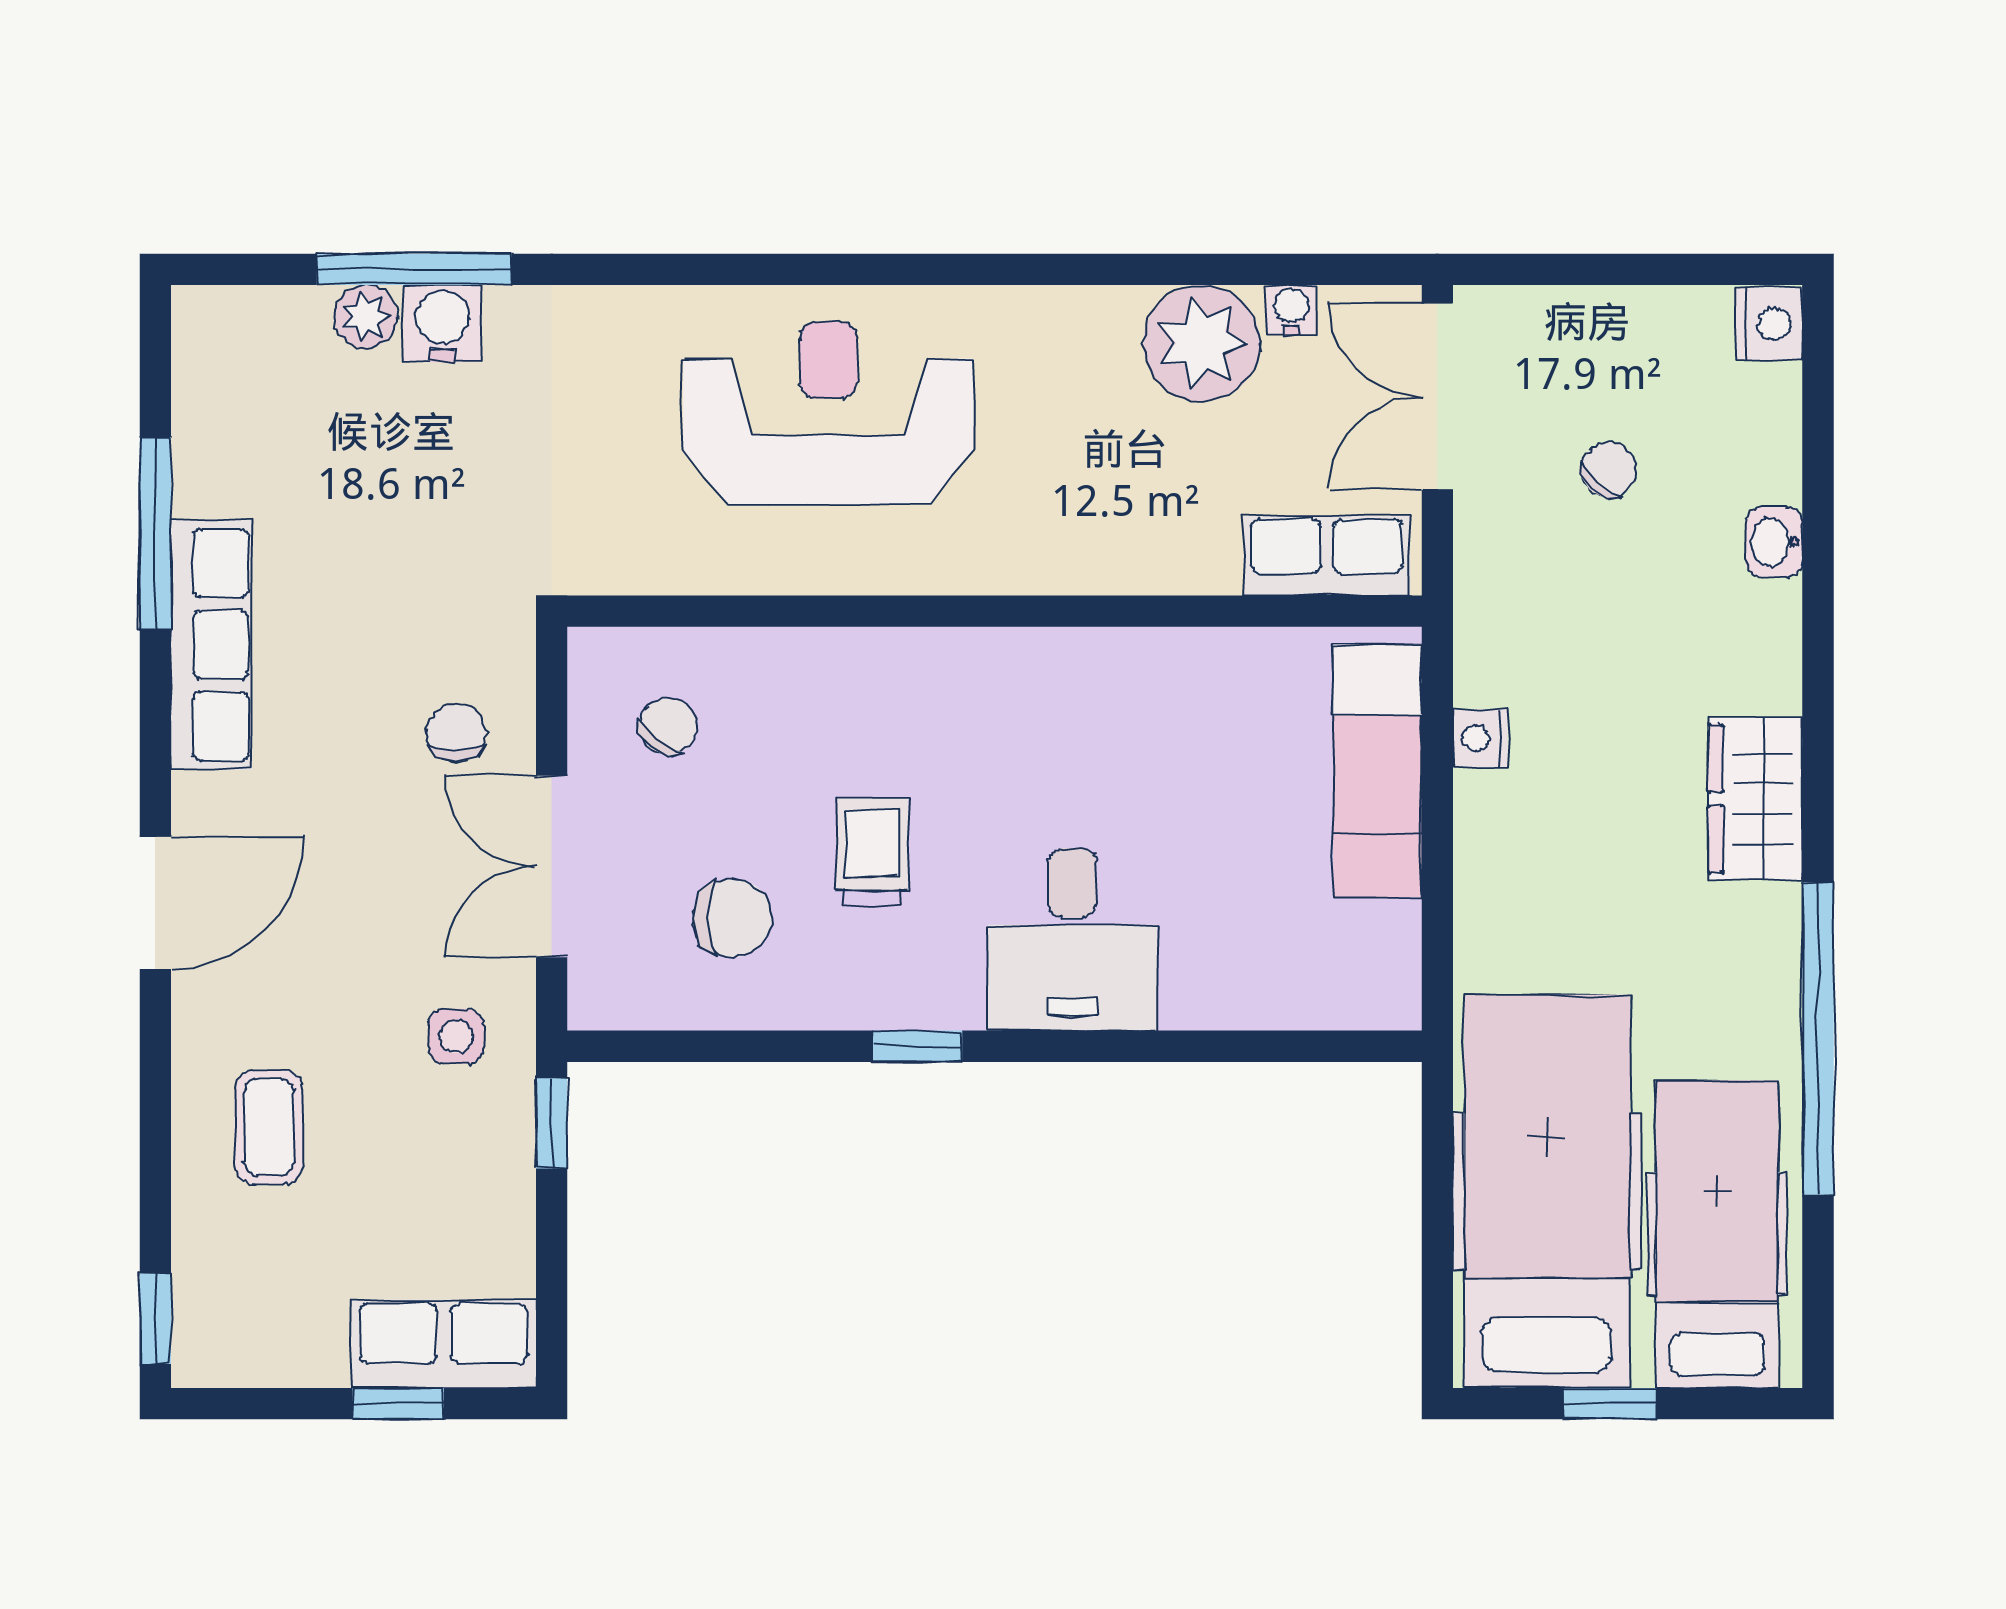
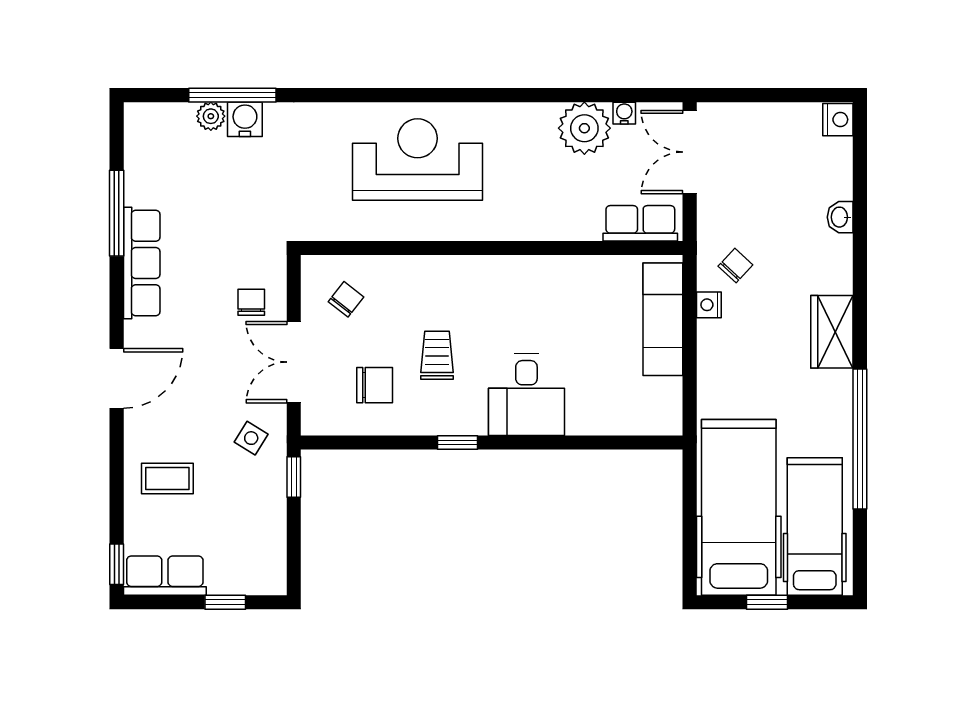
chair: (1609, 469) -> (735, 266), moved
side table: (456, 1036) -> (251, 438), turned 32
coffee table: (269, 1127) -> (167, 479), turned 90
row of seats: (444, 1344) -> (165, 576), moved

